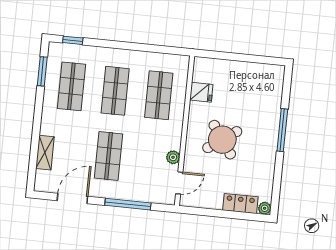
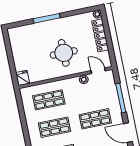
fridge: (201, 92) -> (23, 78), moved
round table: (222, 140) -> (64, 53), turned 35
locker: (240, 204) -> (100, 35), width x1.53

